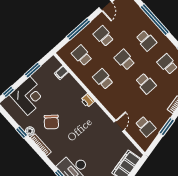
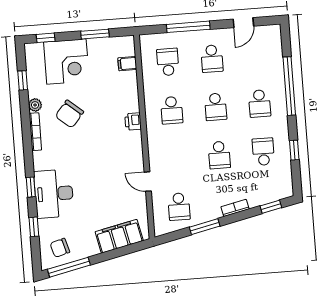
school desk: (103, 36) -> (212, 59), turned 180
school desk: (125, 60) -> (216, 107), turned 180
school desk: (103, 79) -> (172, 110), turned 180
door: (119, 126) -> (148, 182), swing flipped
window: (22, 132) -> (23, 80), moved

